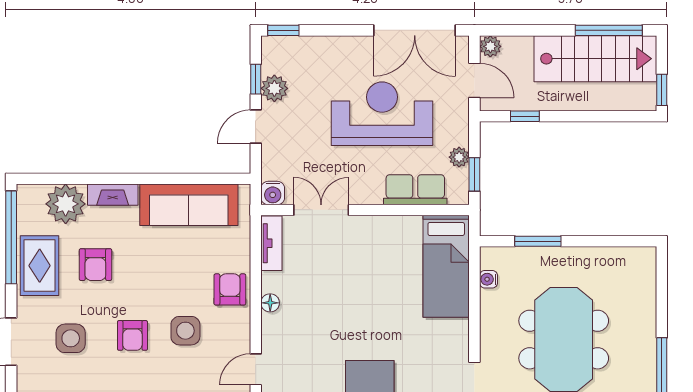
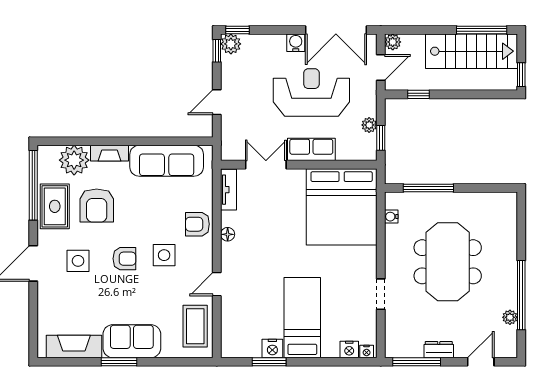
window: (256, 79) -> (217, 51), moved
door: (474, 80) -> (381, 67), hinge flipped
plant: (274, 88) -> (231, 44), moved
row of seats: (415, 190) -> (311, 149), moved
water cooler: (273, 193) -> (296, 43), moved, turned 180
window: (538, 241) -> (428, 188), width x1.44
armchair: (95, 265) -> (97, 206), width x1.38, depth x1.38
bed: (446, 266) -> (342, 207), width x2.04
armchair: (230, 289) -> (197, 224), turned -90
armchair: (132, 335) -> (124, 259), turned -90

